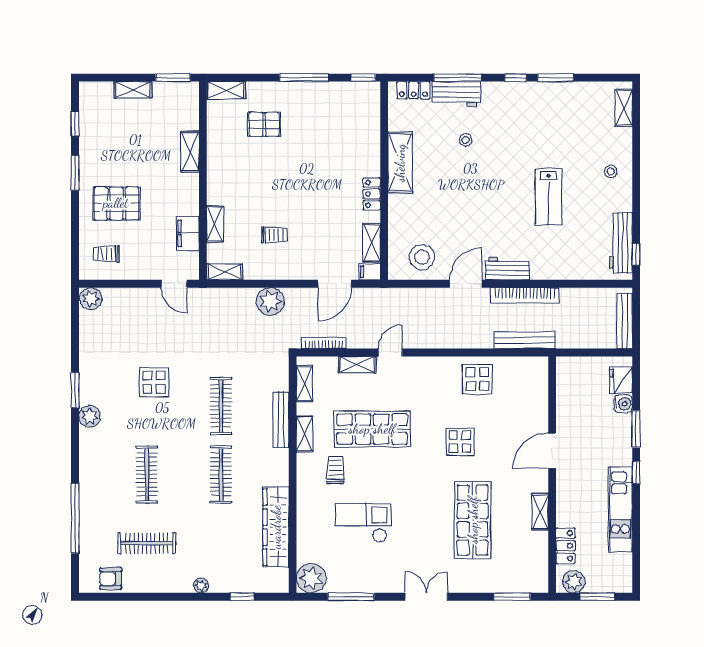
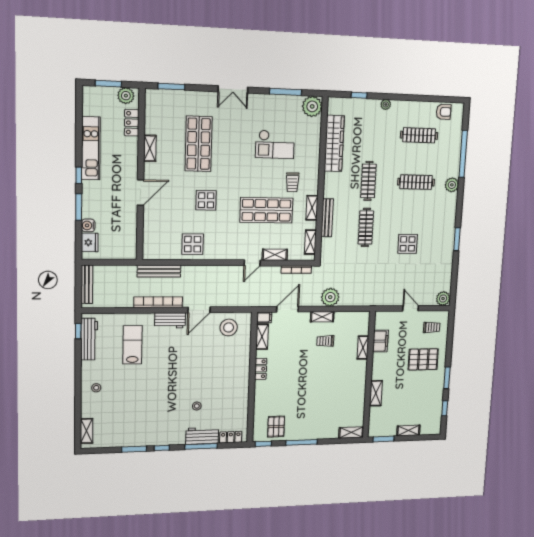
pallet: (264, 124) -> (276, 427), moved, turned 90
shelving: (400, 163) -> (241, 390), removed
lab bench: (549, 197) -> (132, 345), moved
shelving: (225, 272) -> (322, 317), moved
door: (174, 284) -> (411, 308), moved
plant: (90, 416) -> (452, 185), moved
clothes rail: (147, 475) -> (416, 182), turned 90

